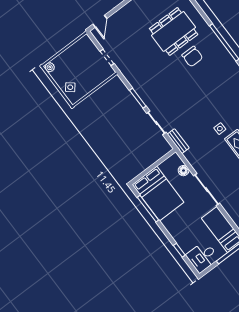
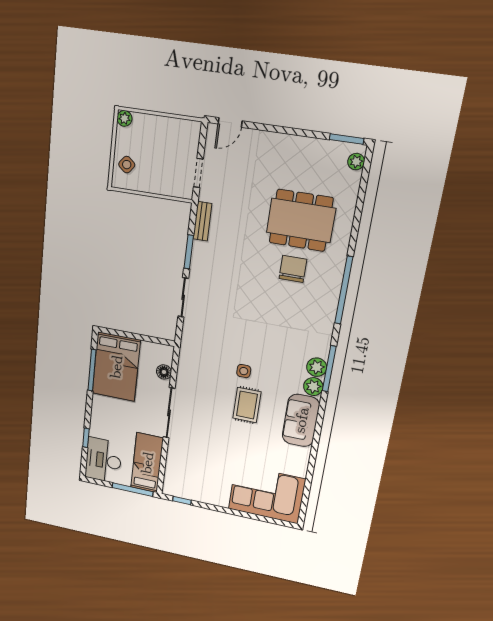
chair: (192, 57) -> (293, 269), turned 180
bench: (178, 141) -> (202, 221), moved
desk: (202, 257) -> (103, 460), width x1.37

